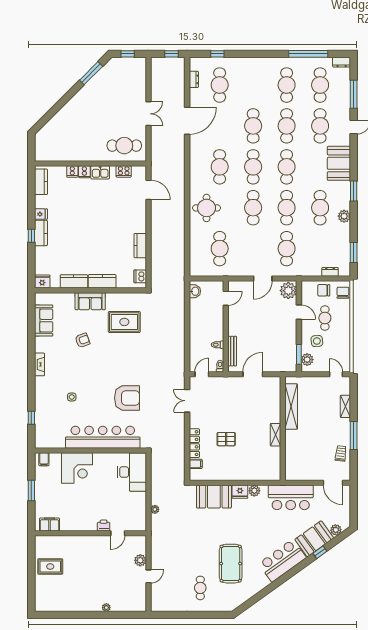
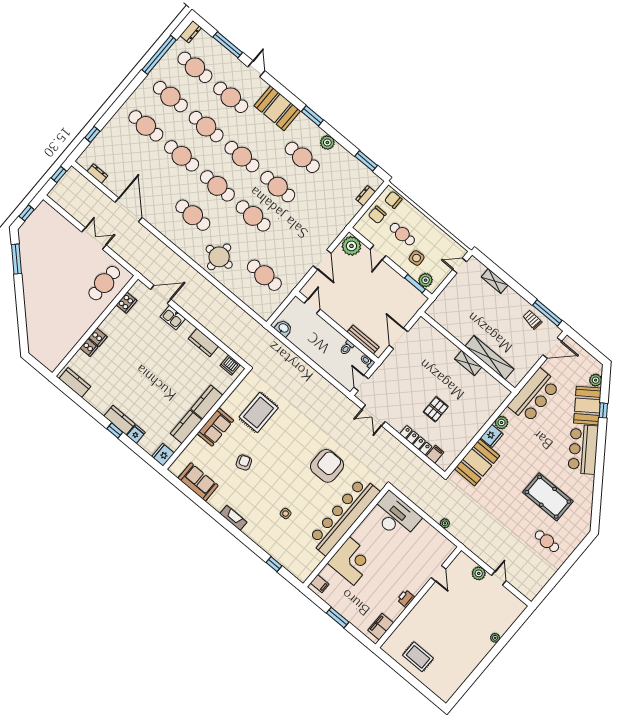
cafe table: (220, 85) -> (146, 126), moved
kitchen sink: (100, 172) -> (173, 318), moved, turned 90
fridge: (41, 214) -> (136, 434), moved
cafe table: (287, 249) -> (313, 217), removed
door: (299, 312) -> (378, 253), swing flipped
shelving: (291, 407) -> (489, 358), moved
window: (354, 435) -> (547, 313), moved
printer: (104, 526) -> (406, 599), moved
rug: (50, 566) -> (418, 657), turned 90

